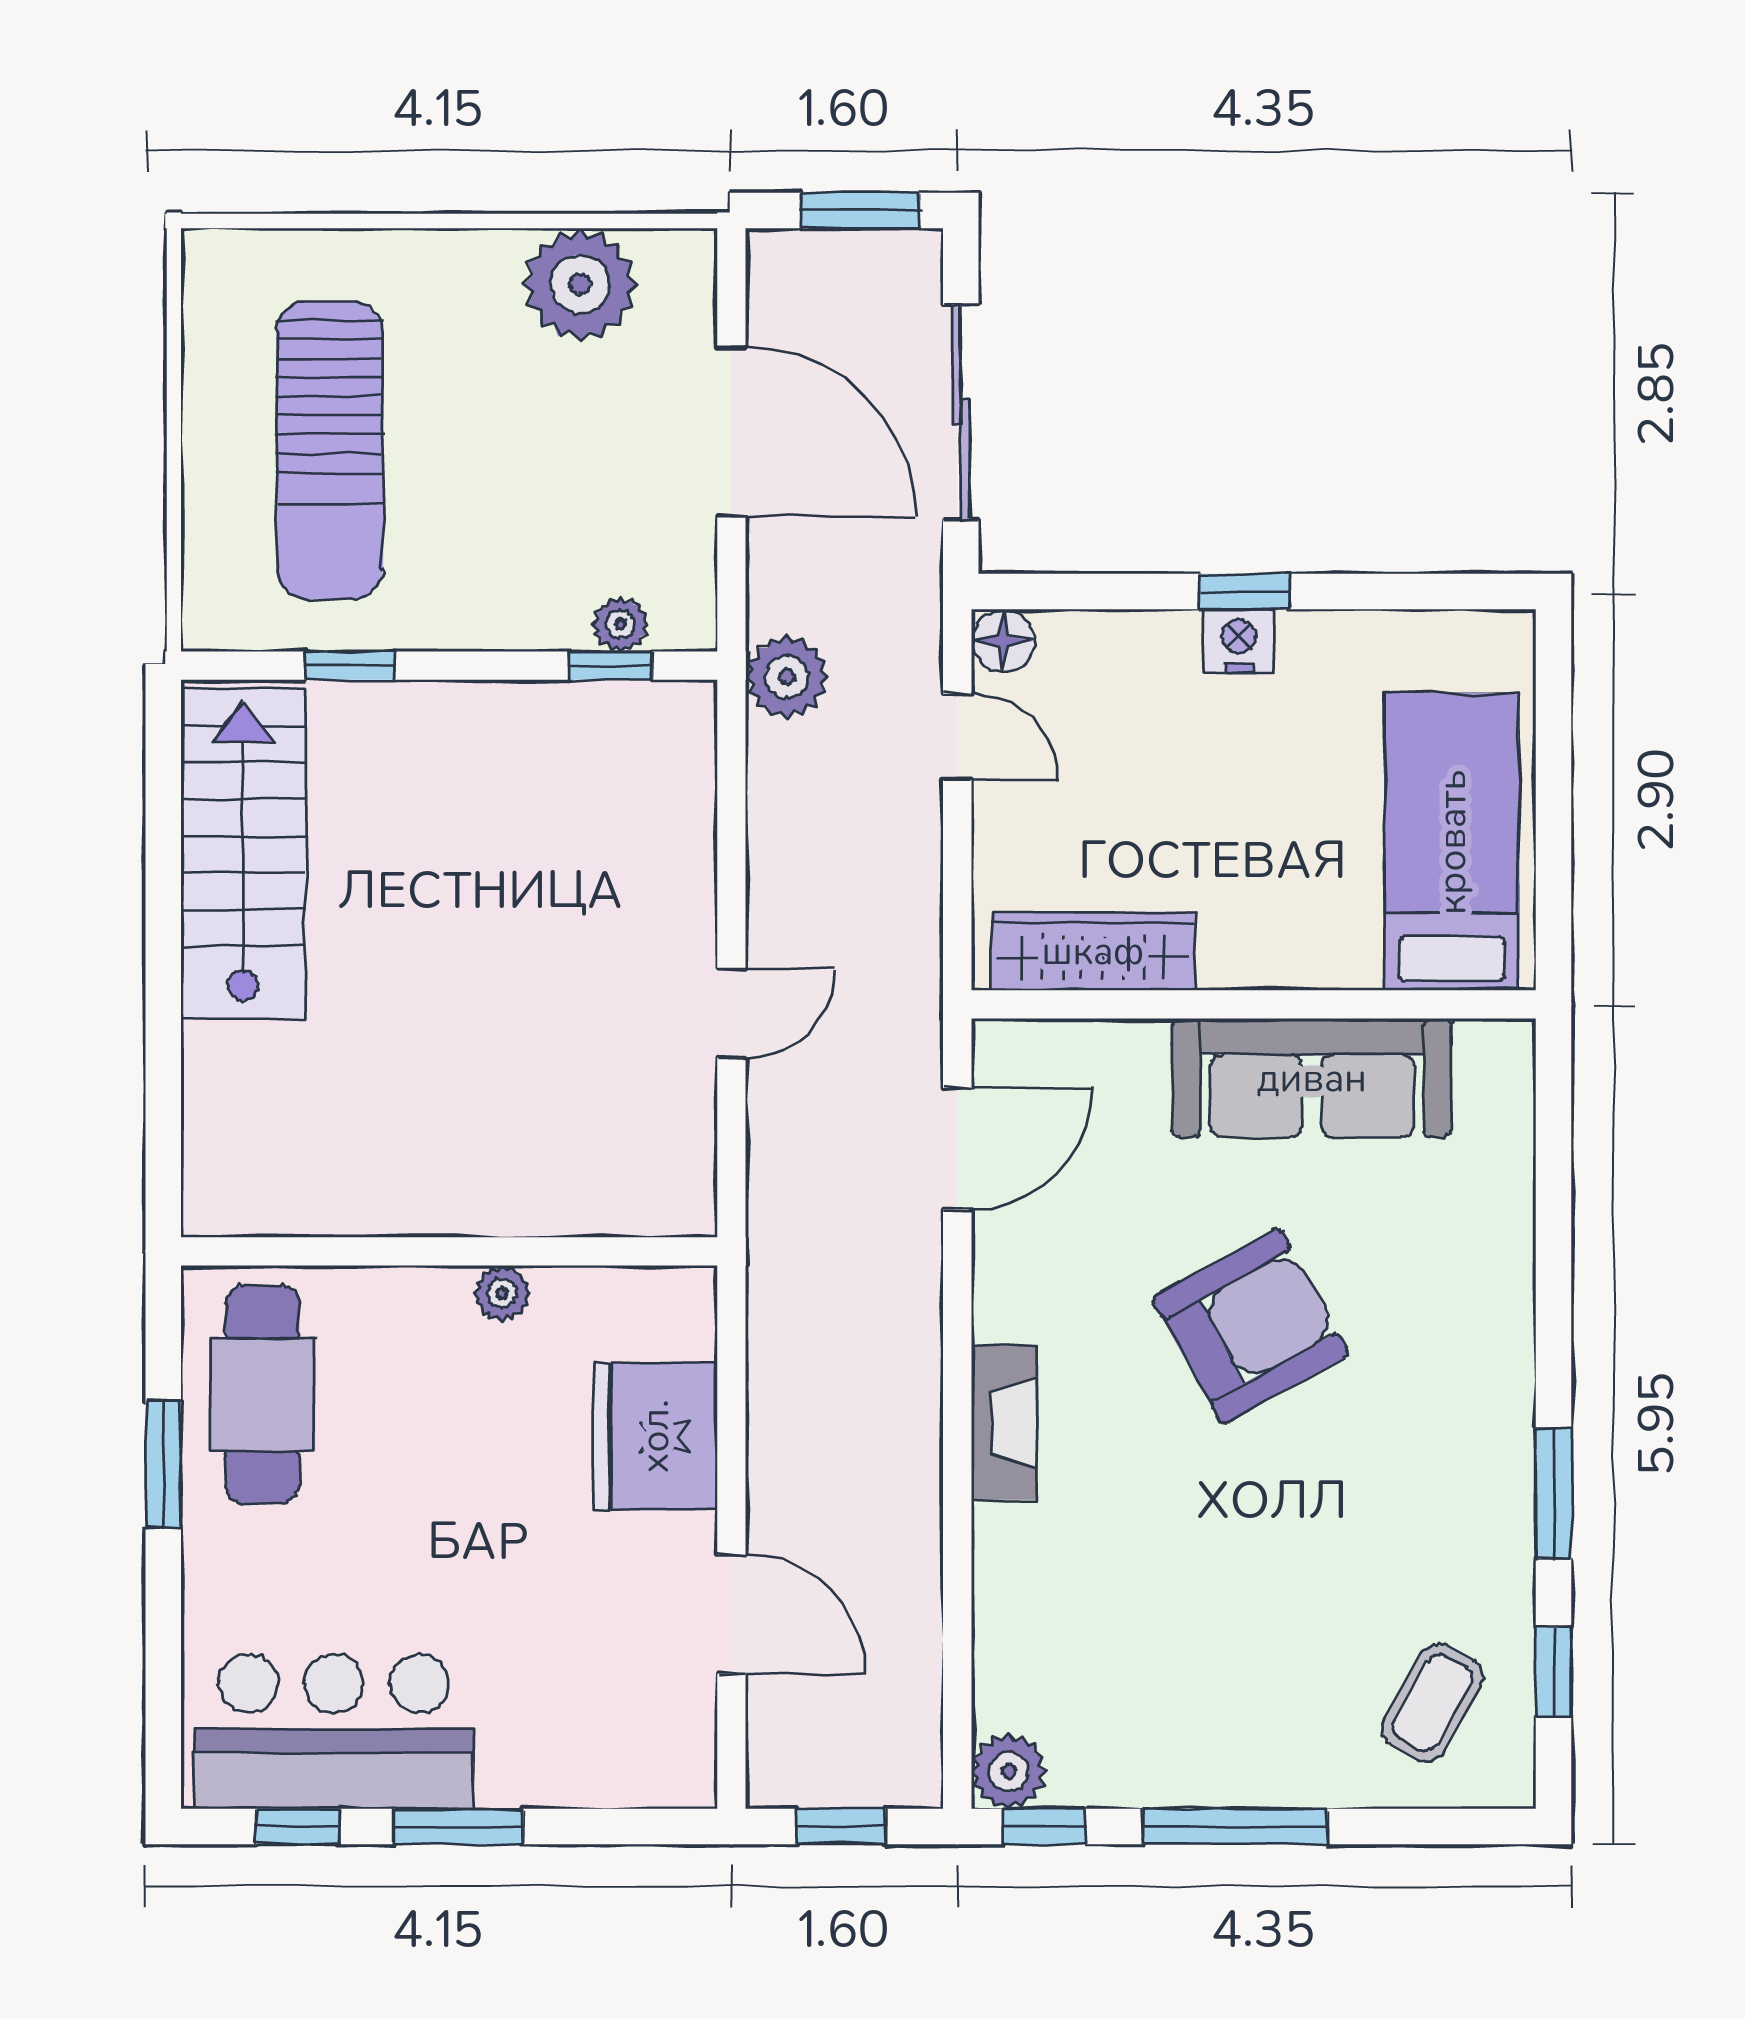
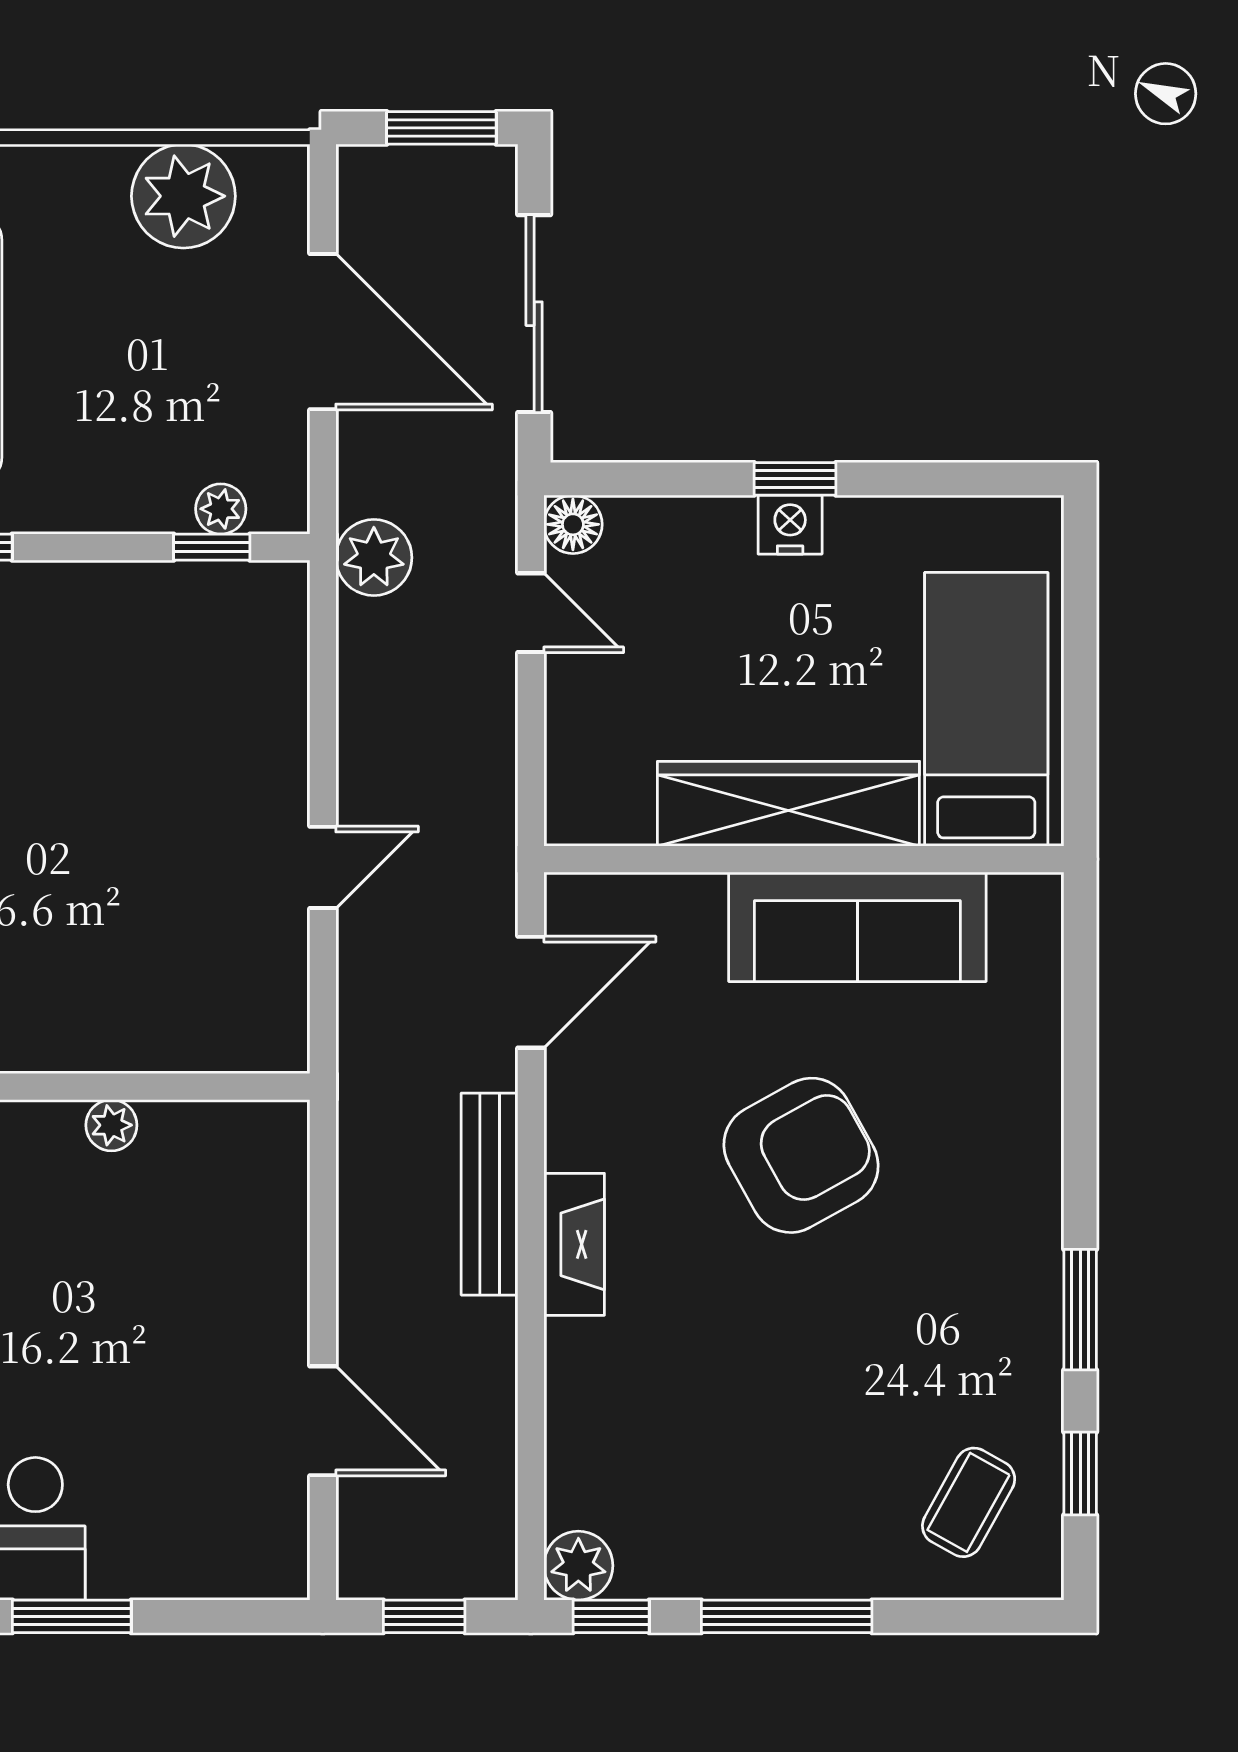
wardrobe: (1093, 951) -> (788, 804), moved, width x1.40, depth x1.17
bench: (912, 1368) -> (490, 1194), added
fridge: (655, 1436) -> (252, 1257), removed

